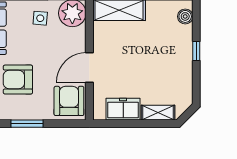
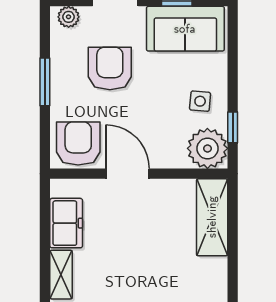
armchair: (69, 101) -> (78, 144), turned -90

